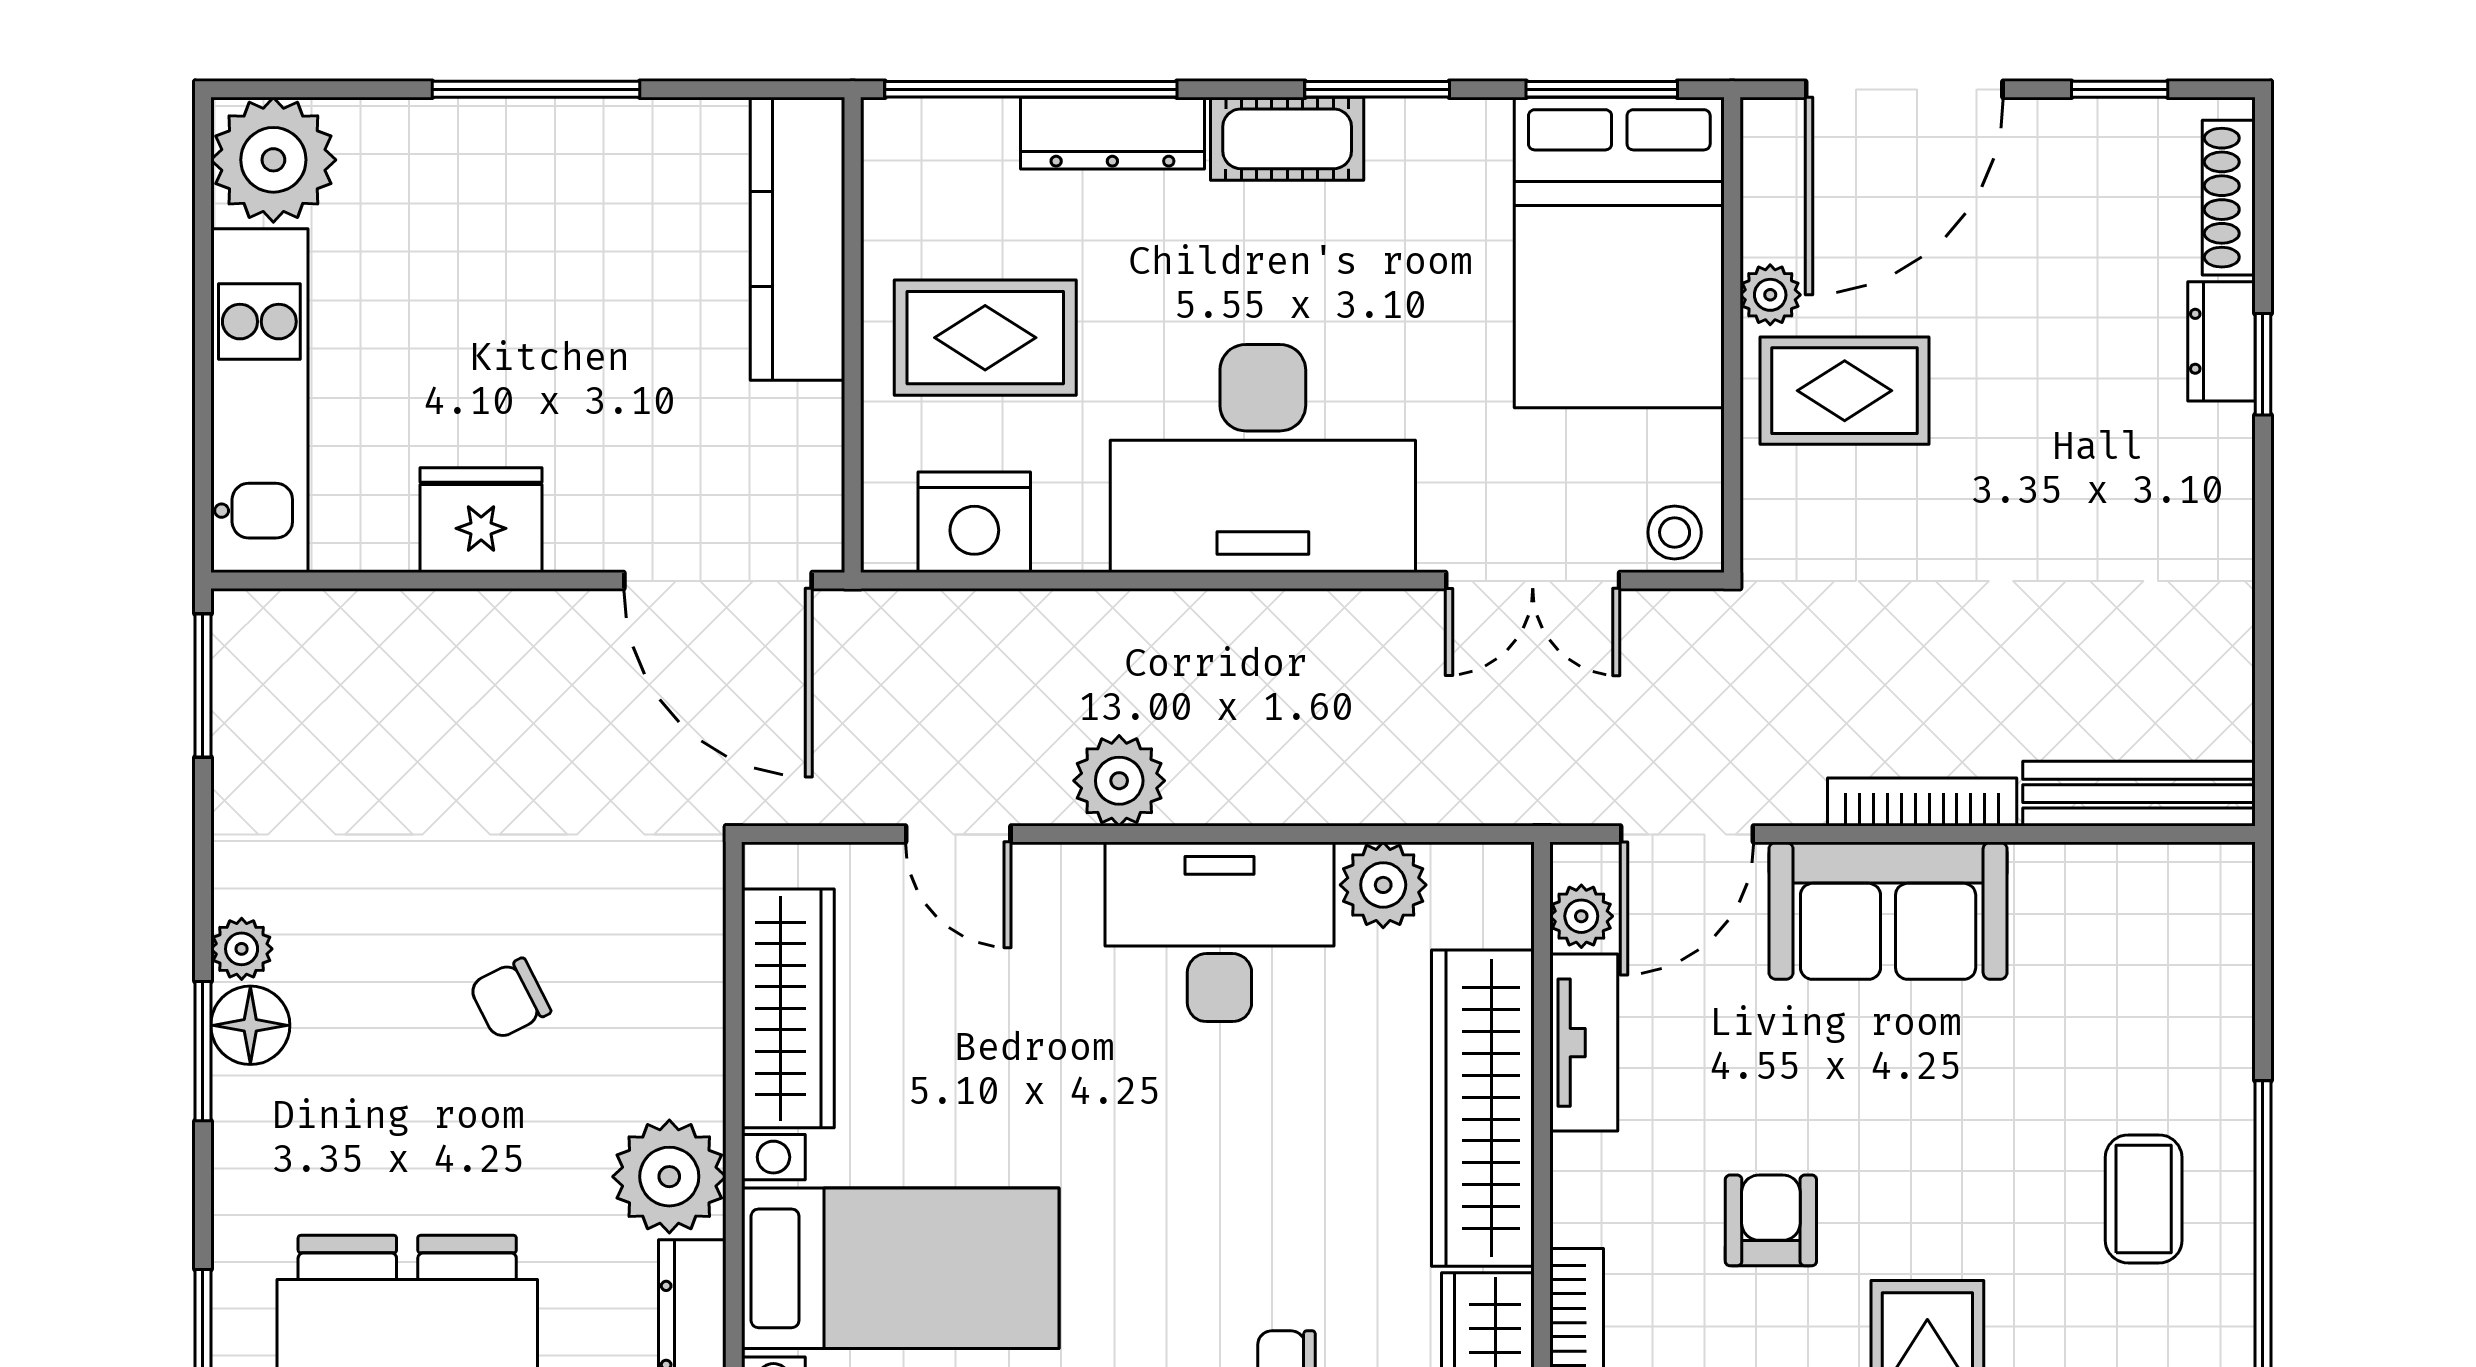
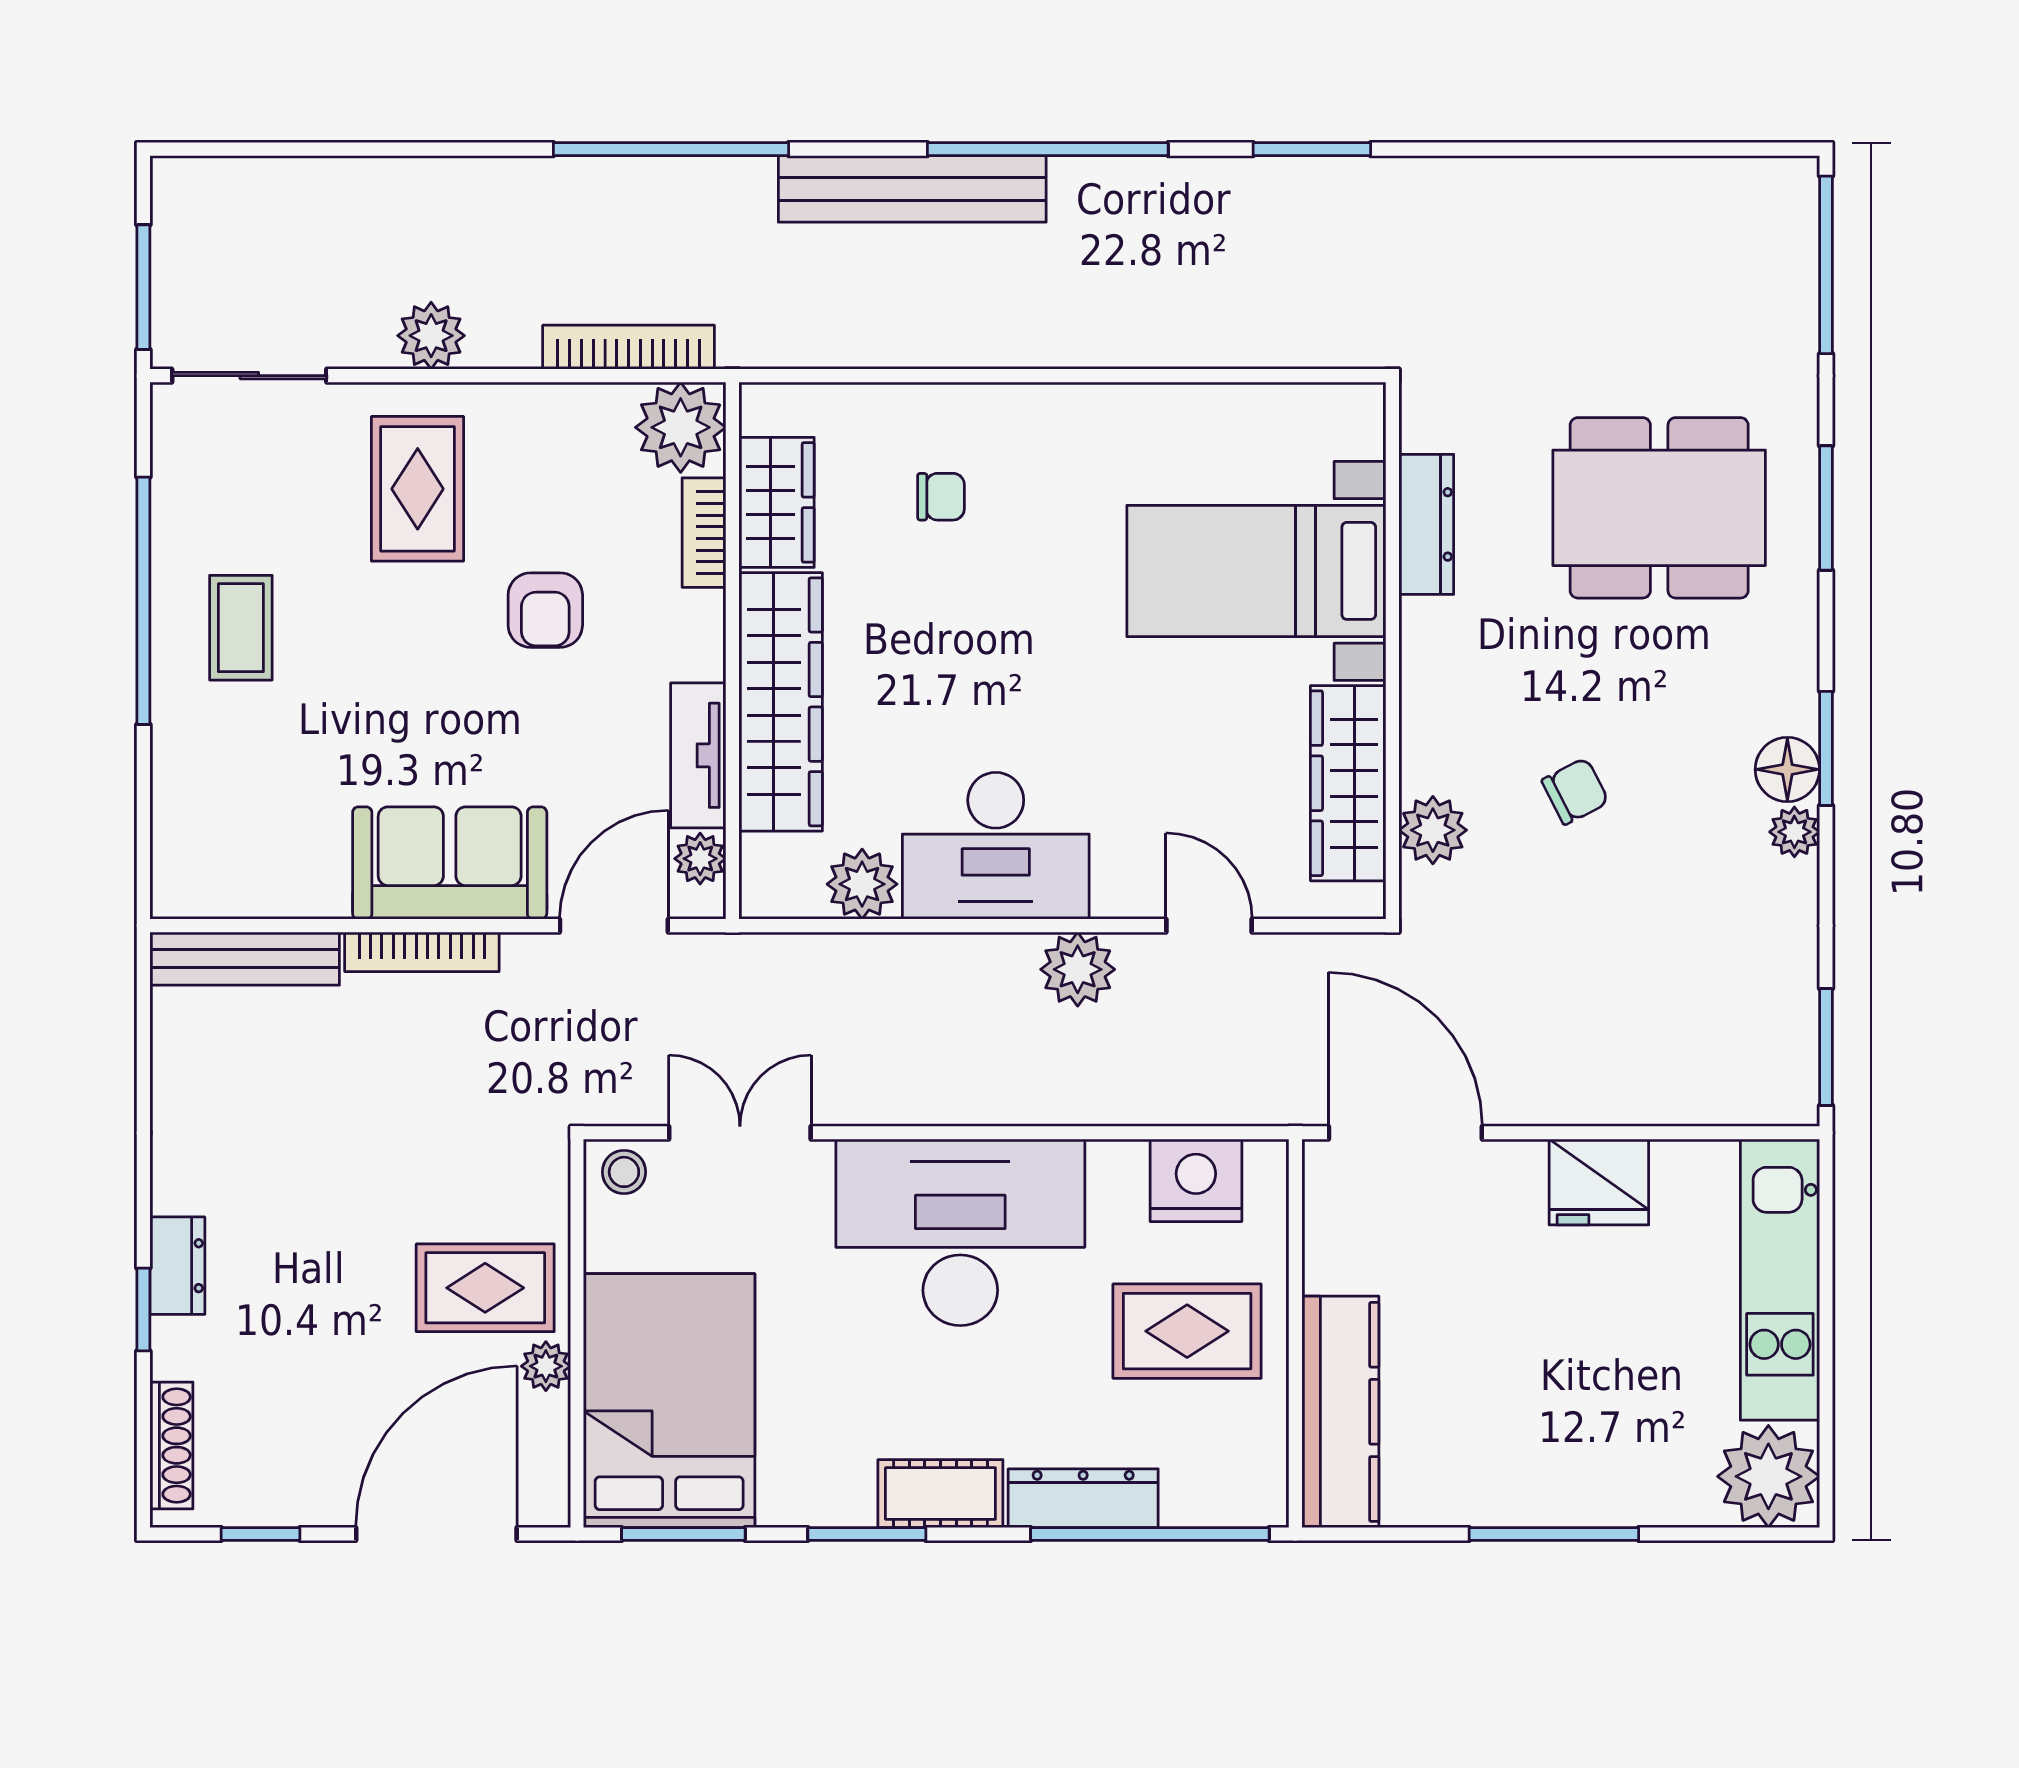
dresser: (2221, 341) -> (177, 1266), moved
plant: (669, 1177) -> (1433, 830), moved, width x0.73, depth x0.73

